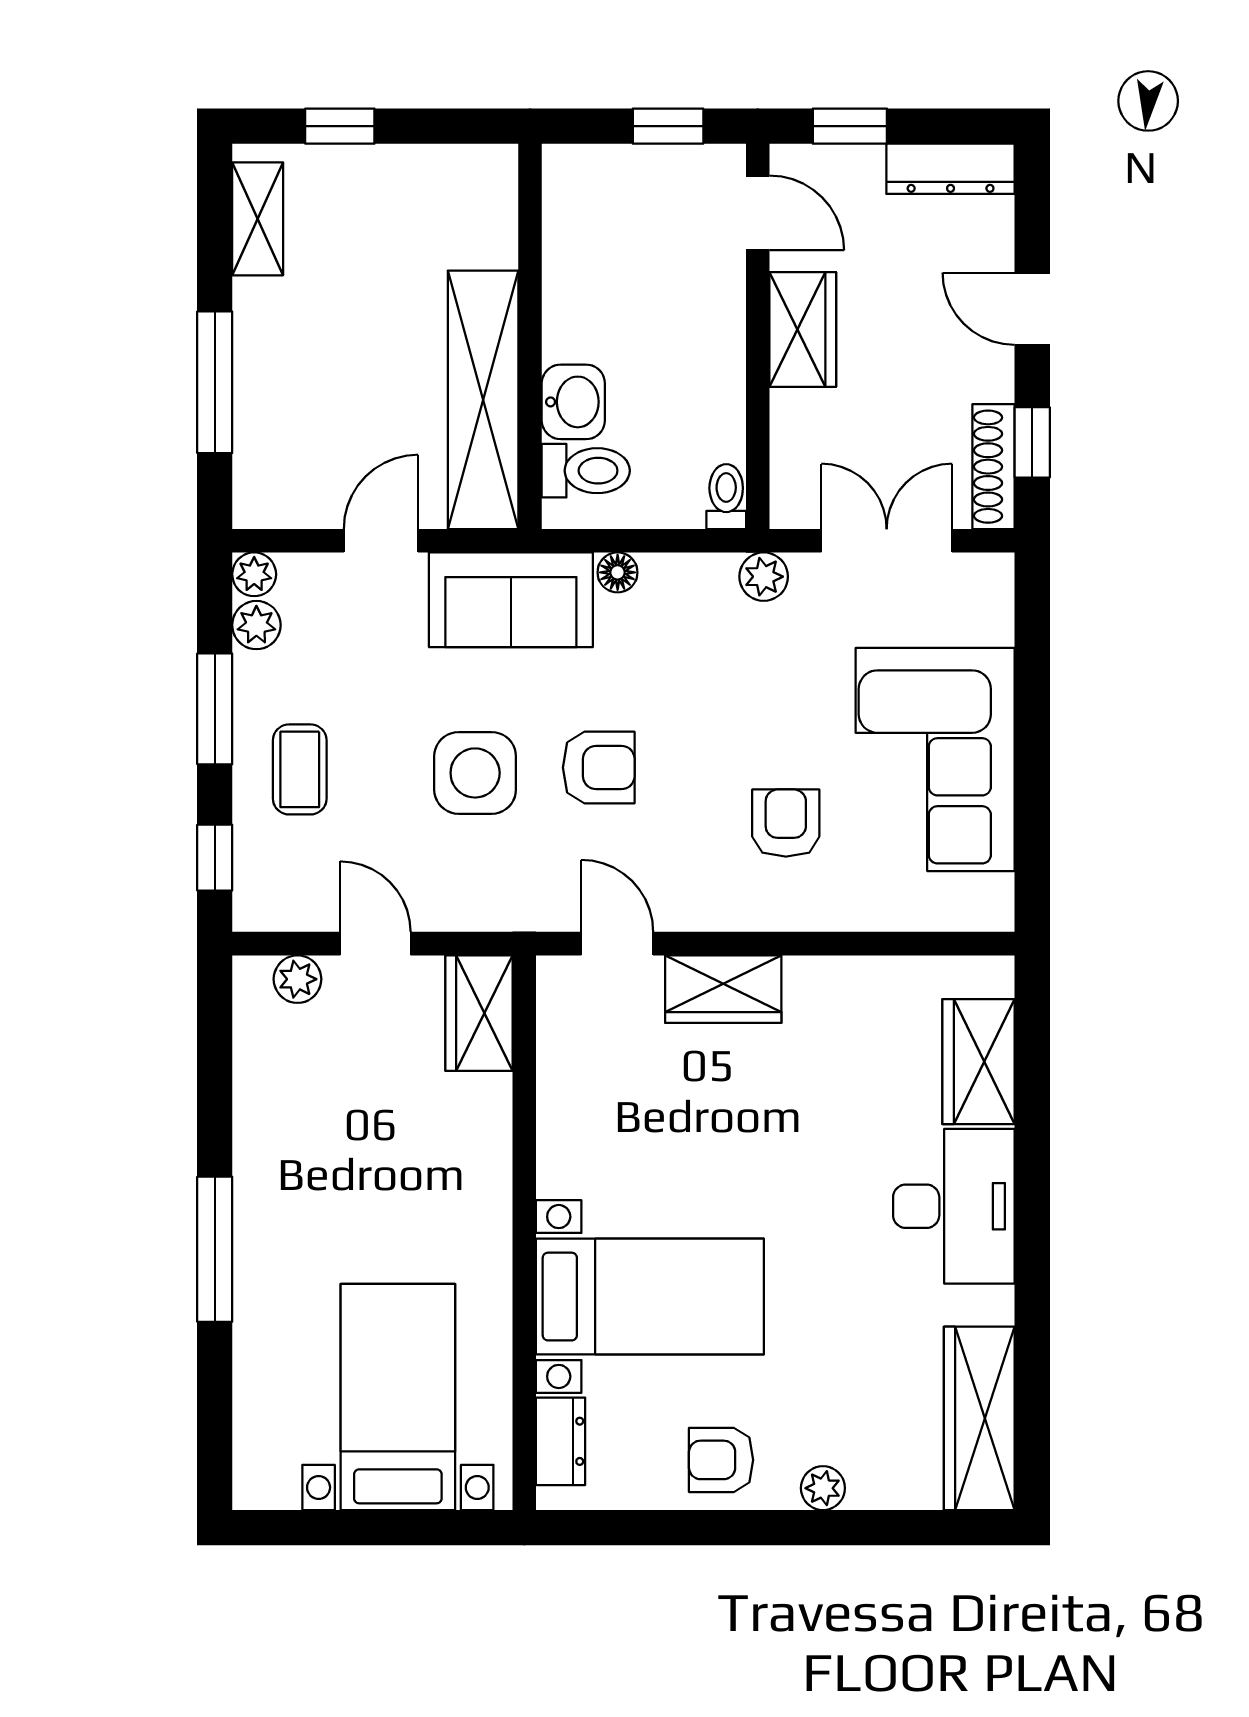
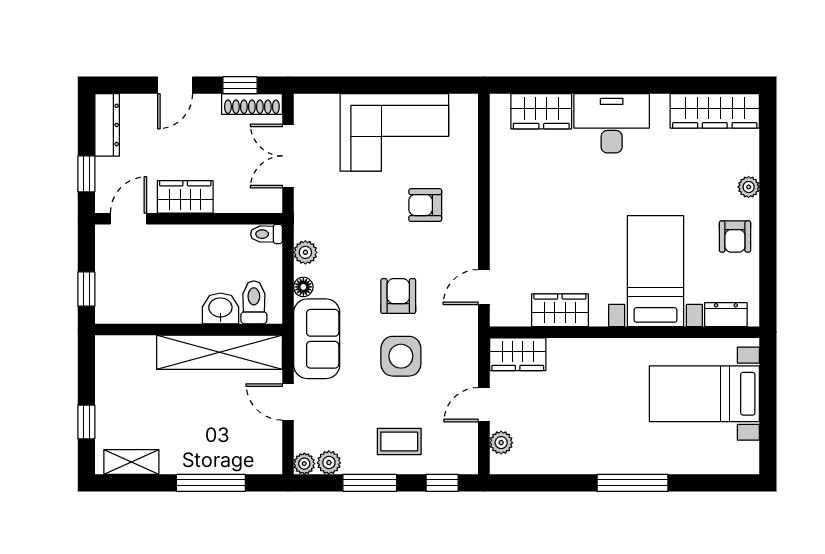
window: (668, 126) -> (86, 289), moved
plant: (764, 577) -> (305, 252), moved
wardrobe: (723, 989) -> (560, 310), moved, turned -90

